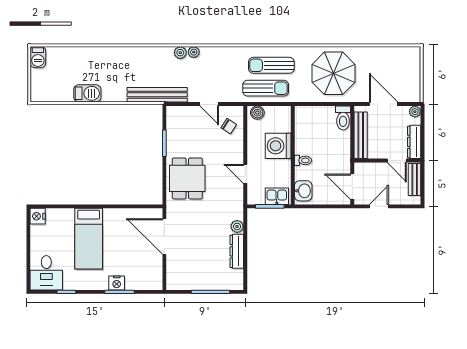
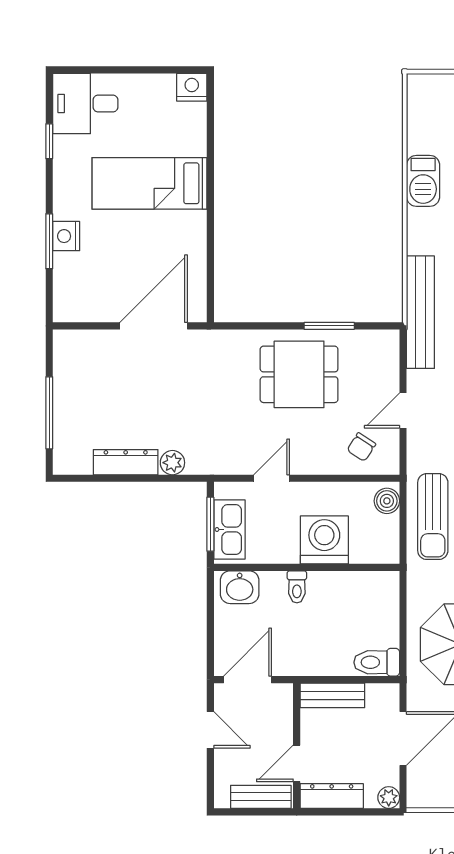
bench: (361, 135) -> (332, 695), width x0.73
dining table: (187, 178) -> (299, 374), moved
kitchen sink: (277, 196) -> (229, 530), width x1.38

